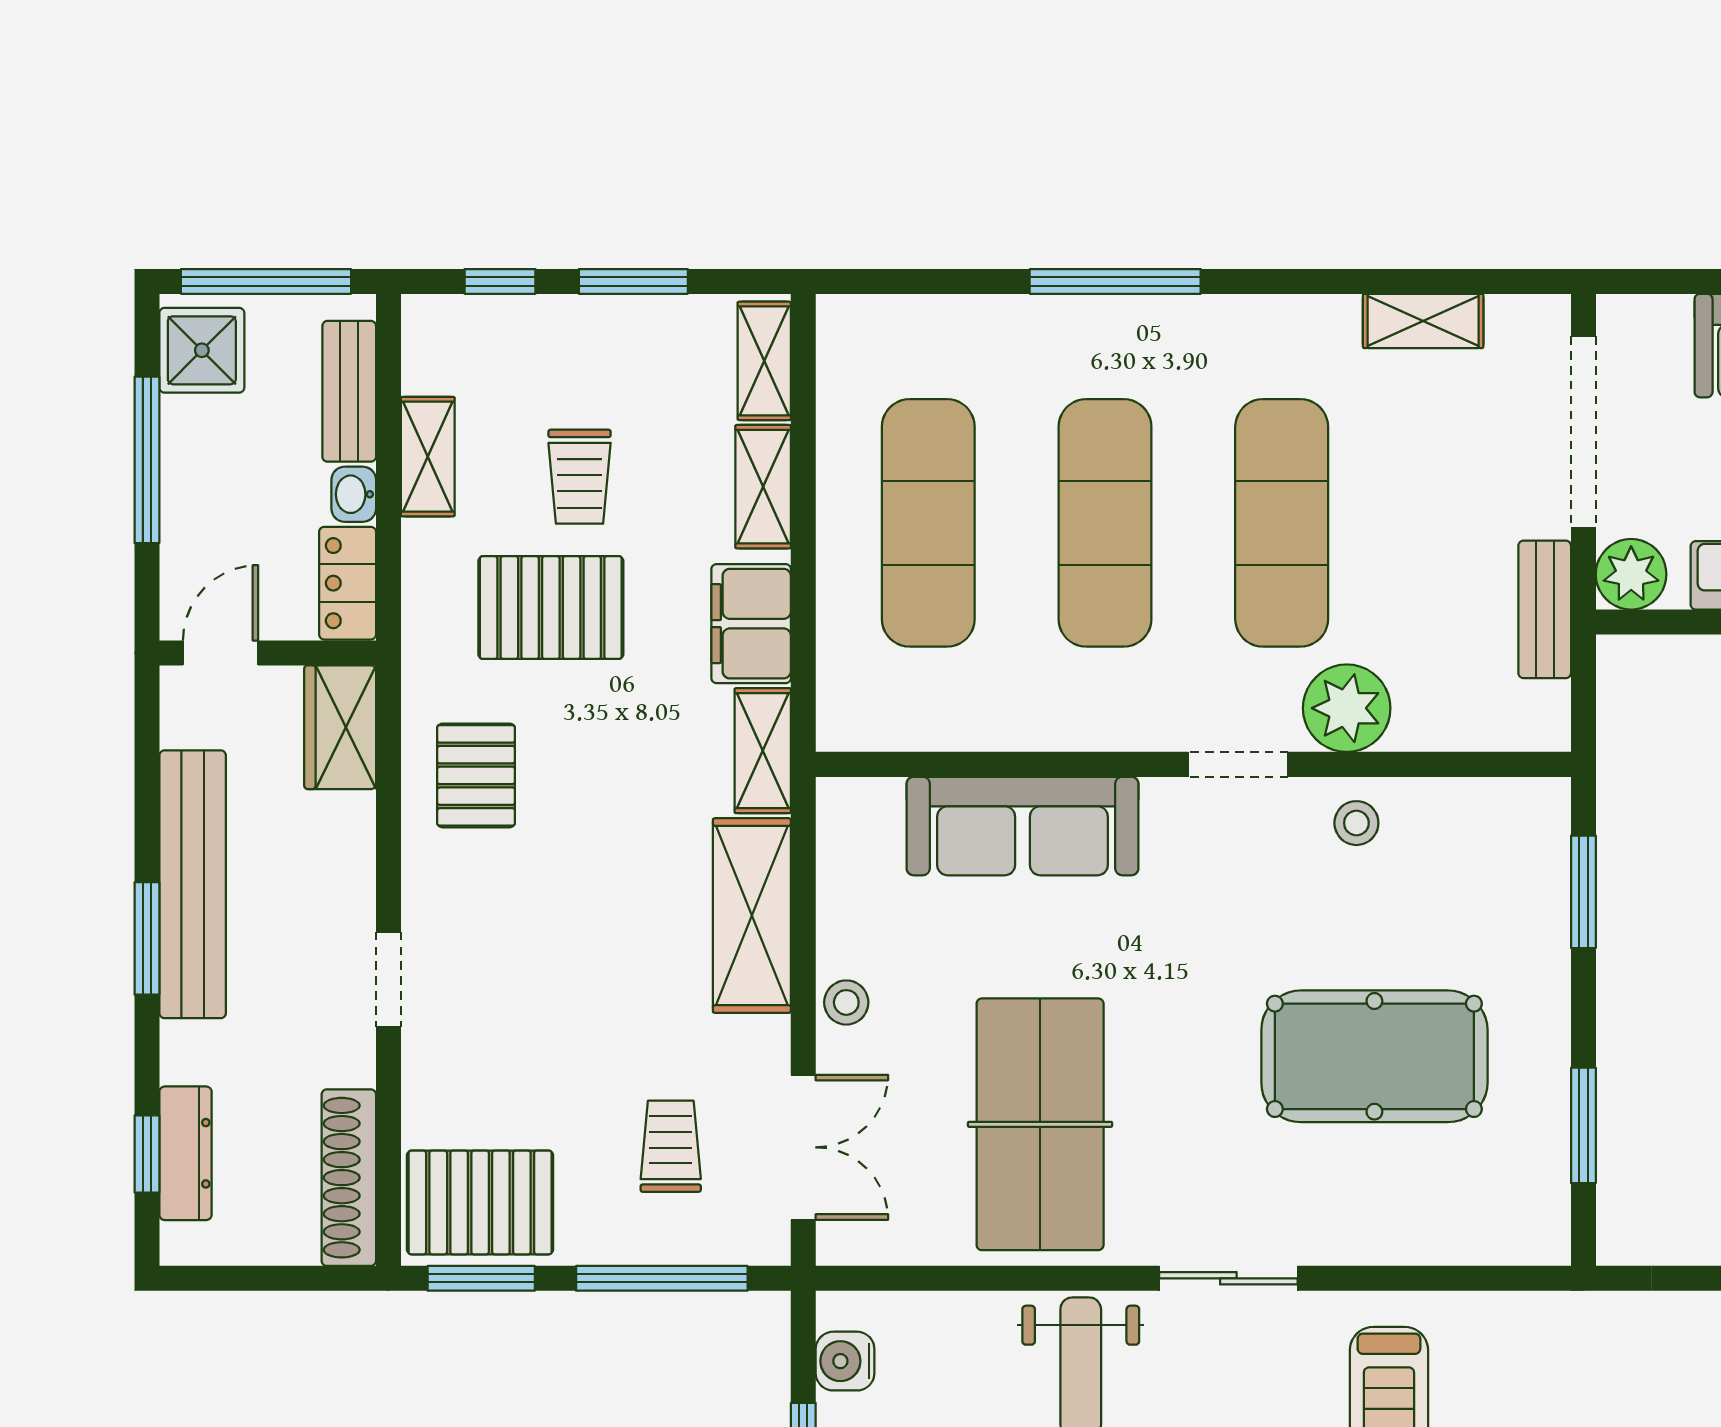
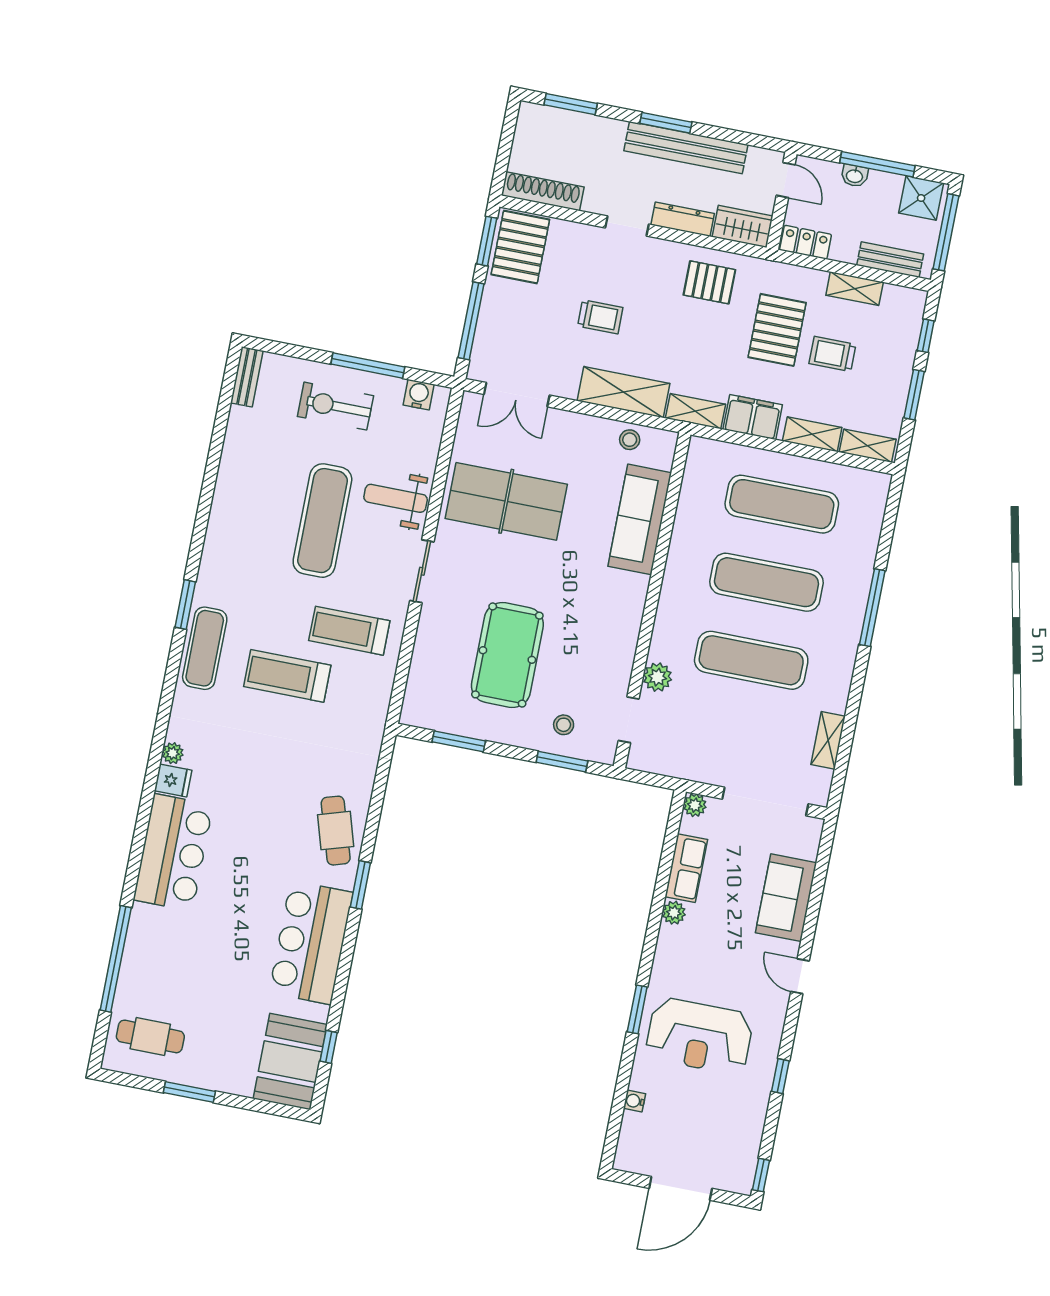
washbasin: (354, 494) -> (855, 176), moved, turned 180
plant: (1631, 574) -> (695, 805), width x0.73, depth x0.73
bench: (1545, 609) -> (690, 769), removed
plant: (1347, 708) -> (657, 677), width x0.73, depth x0.73
doorway: (1238, 764) -> (629, 720), moved
stool: (1356, 823) -> (564, 725), moved
stool: (846, 1002) -> (630, 440), moved
trolley: (671, 1146) -> (600, 317), moved
dresser: (185, 1153) -> (683, 219), moved, turned 180
window: (147, 1154) -> (571, 104), width x1.50

